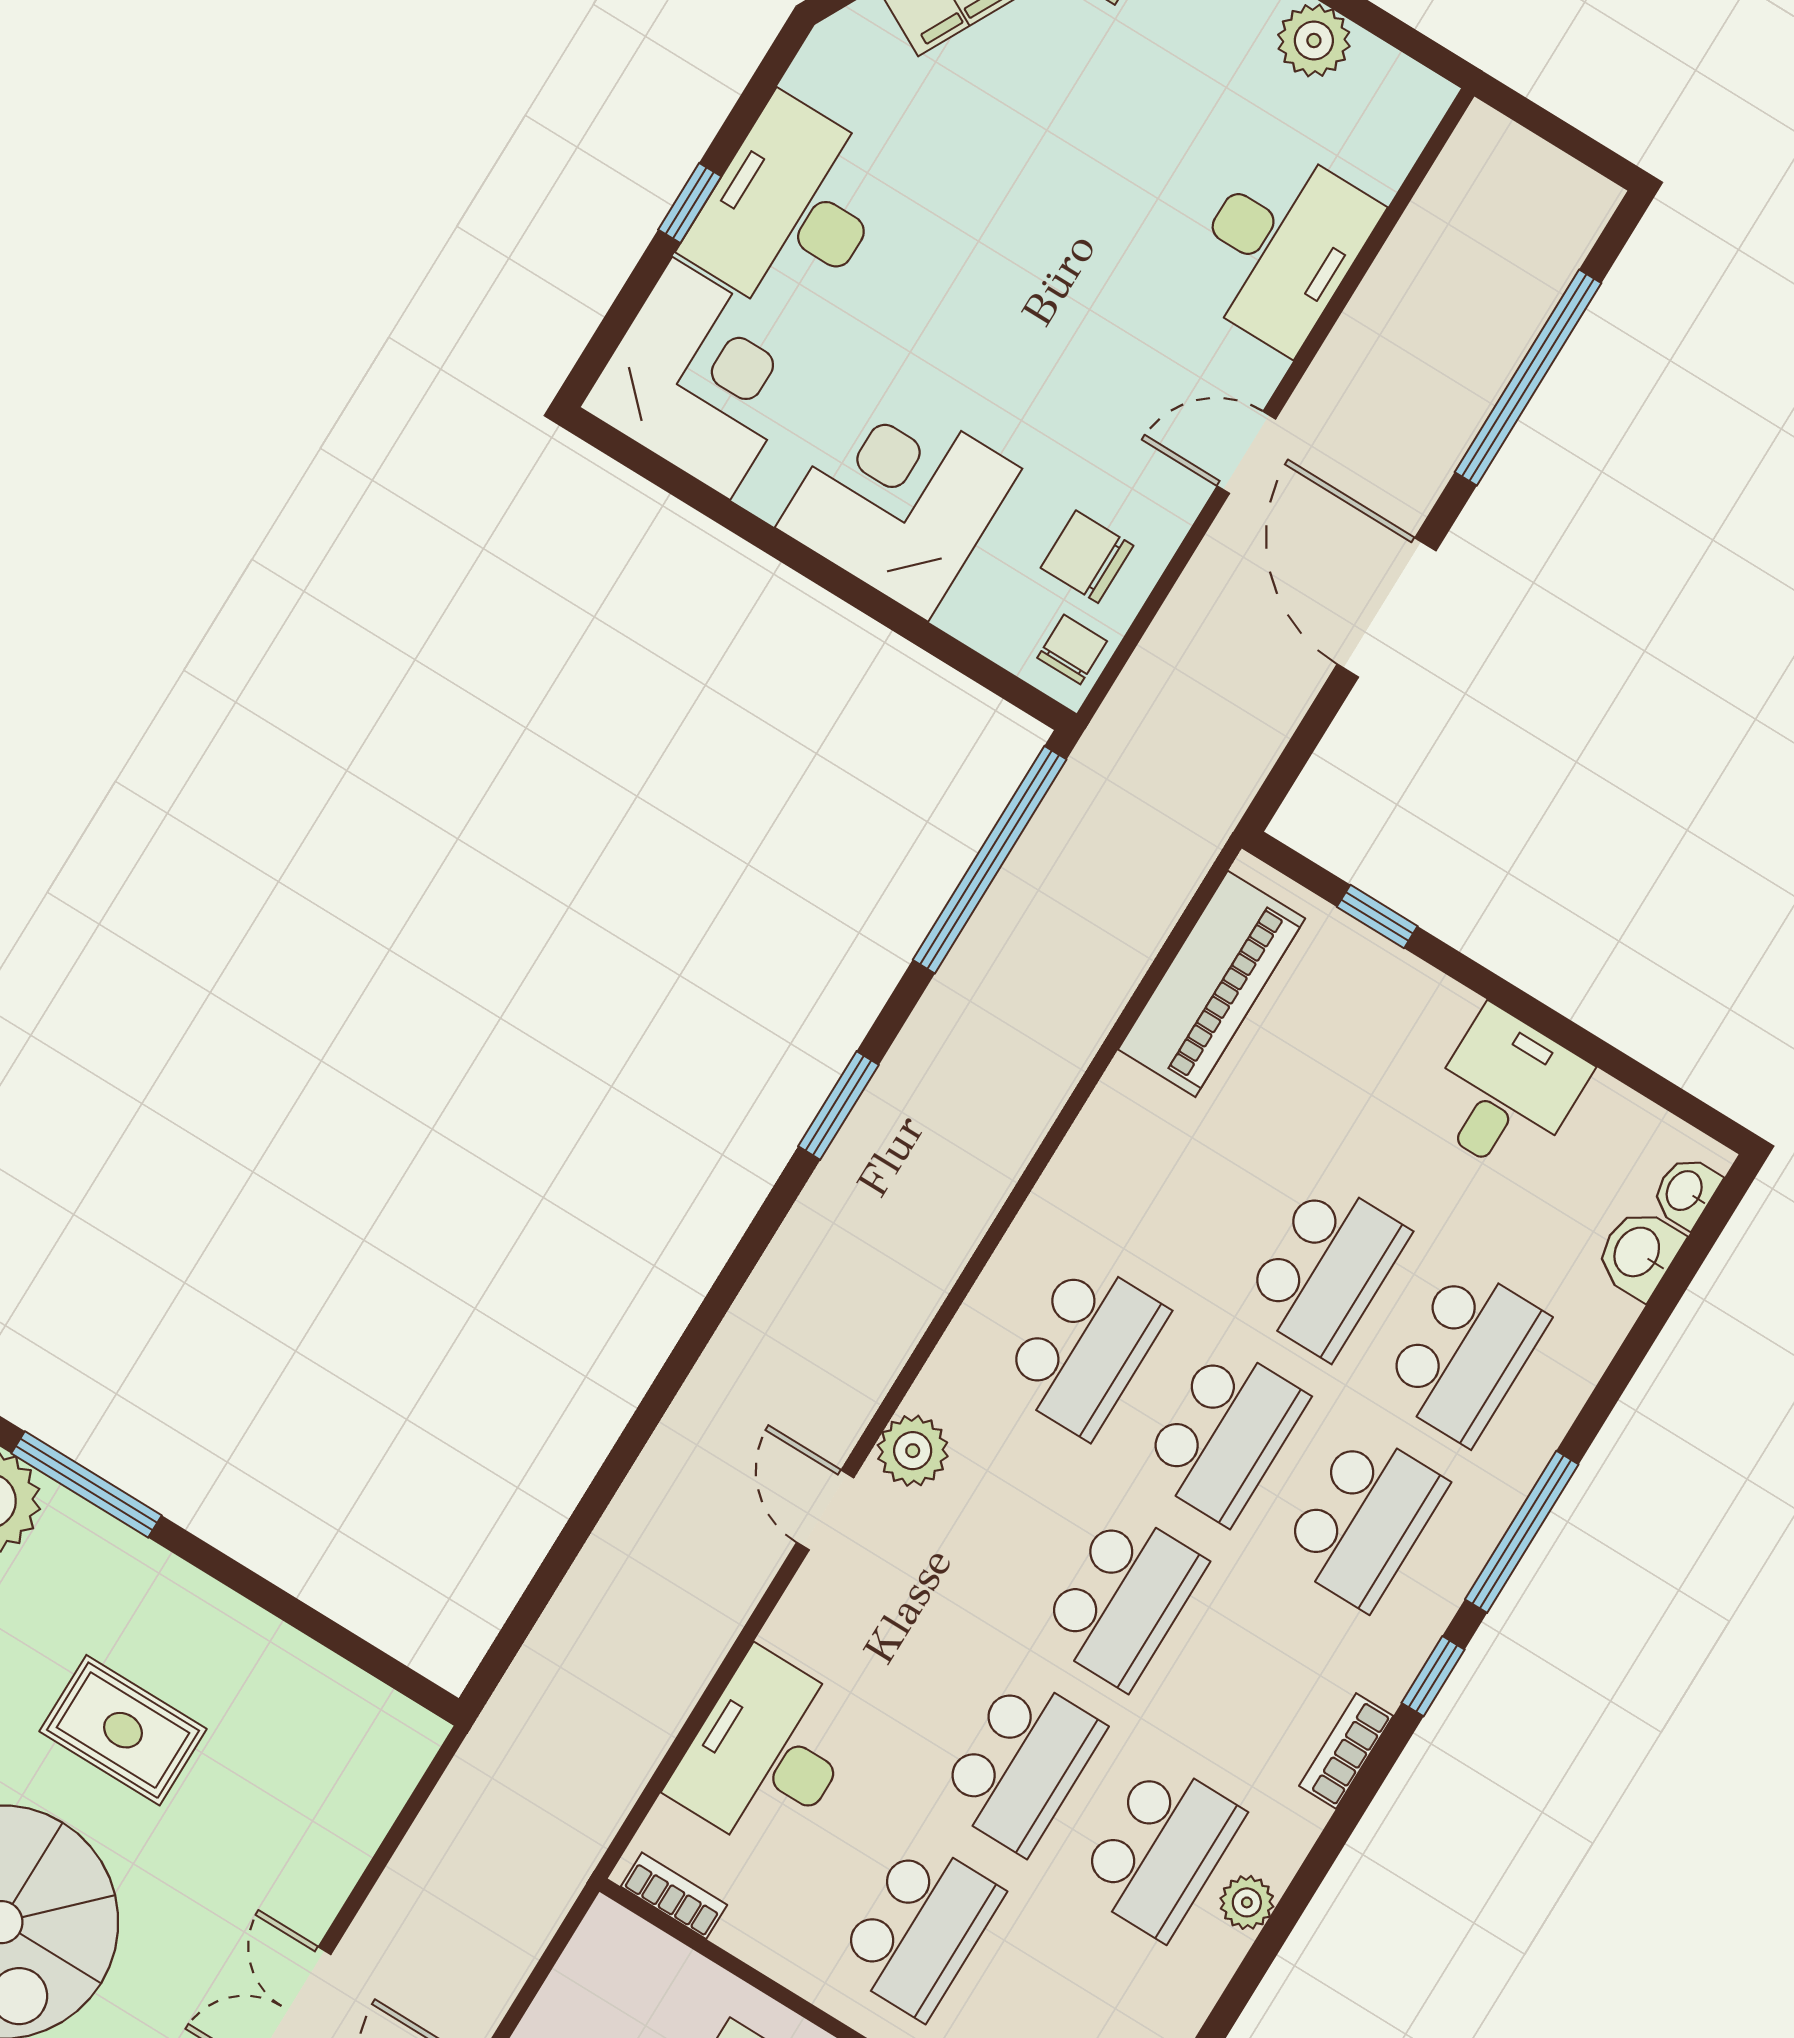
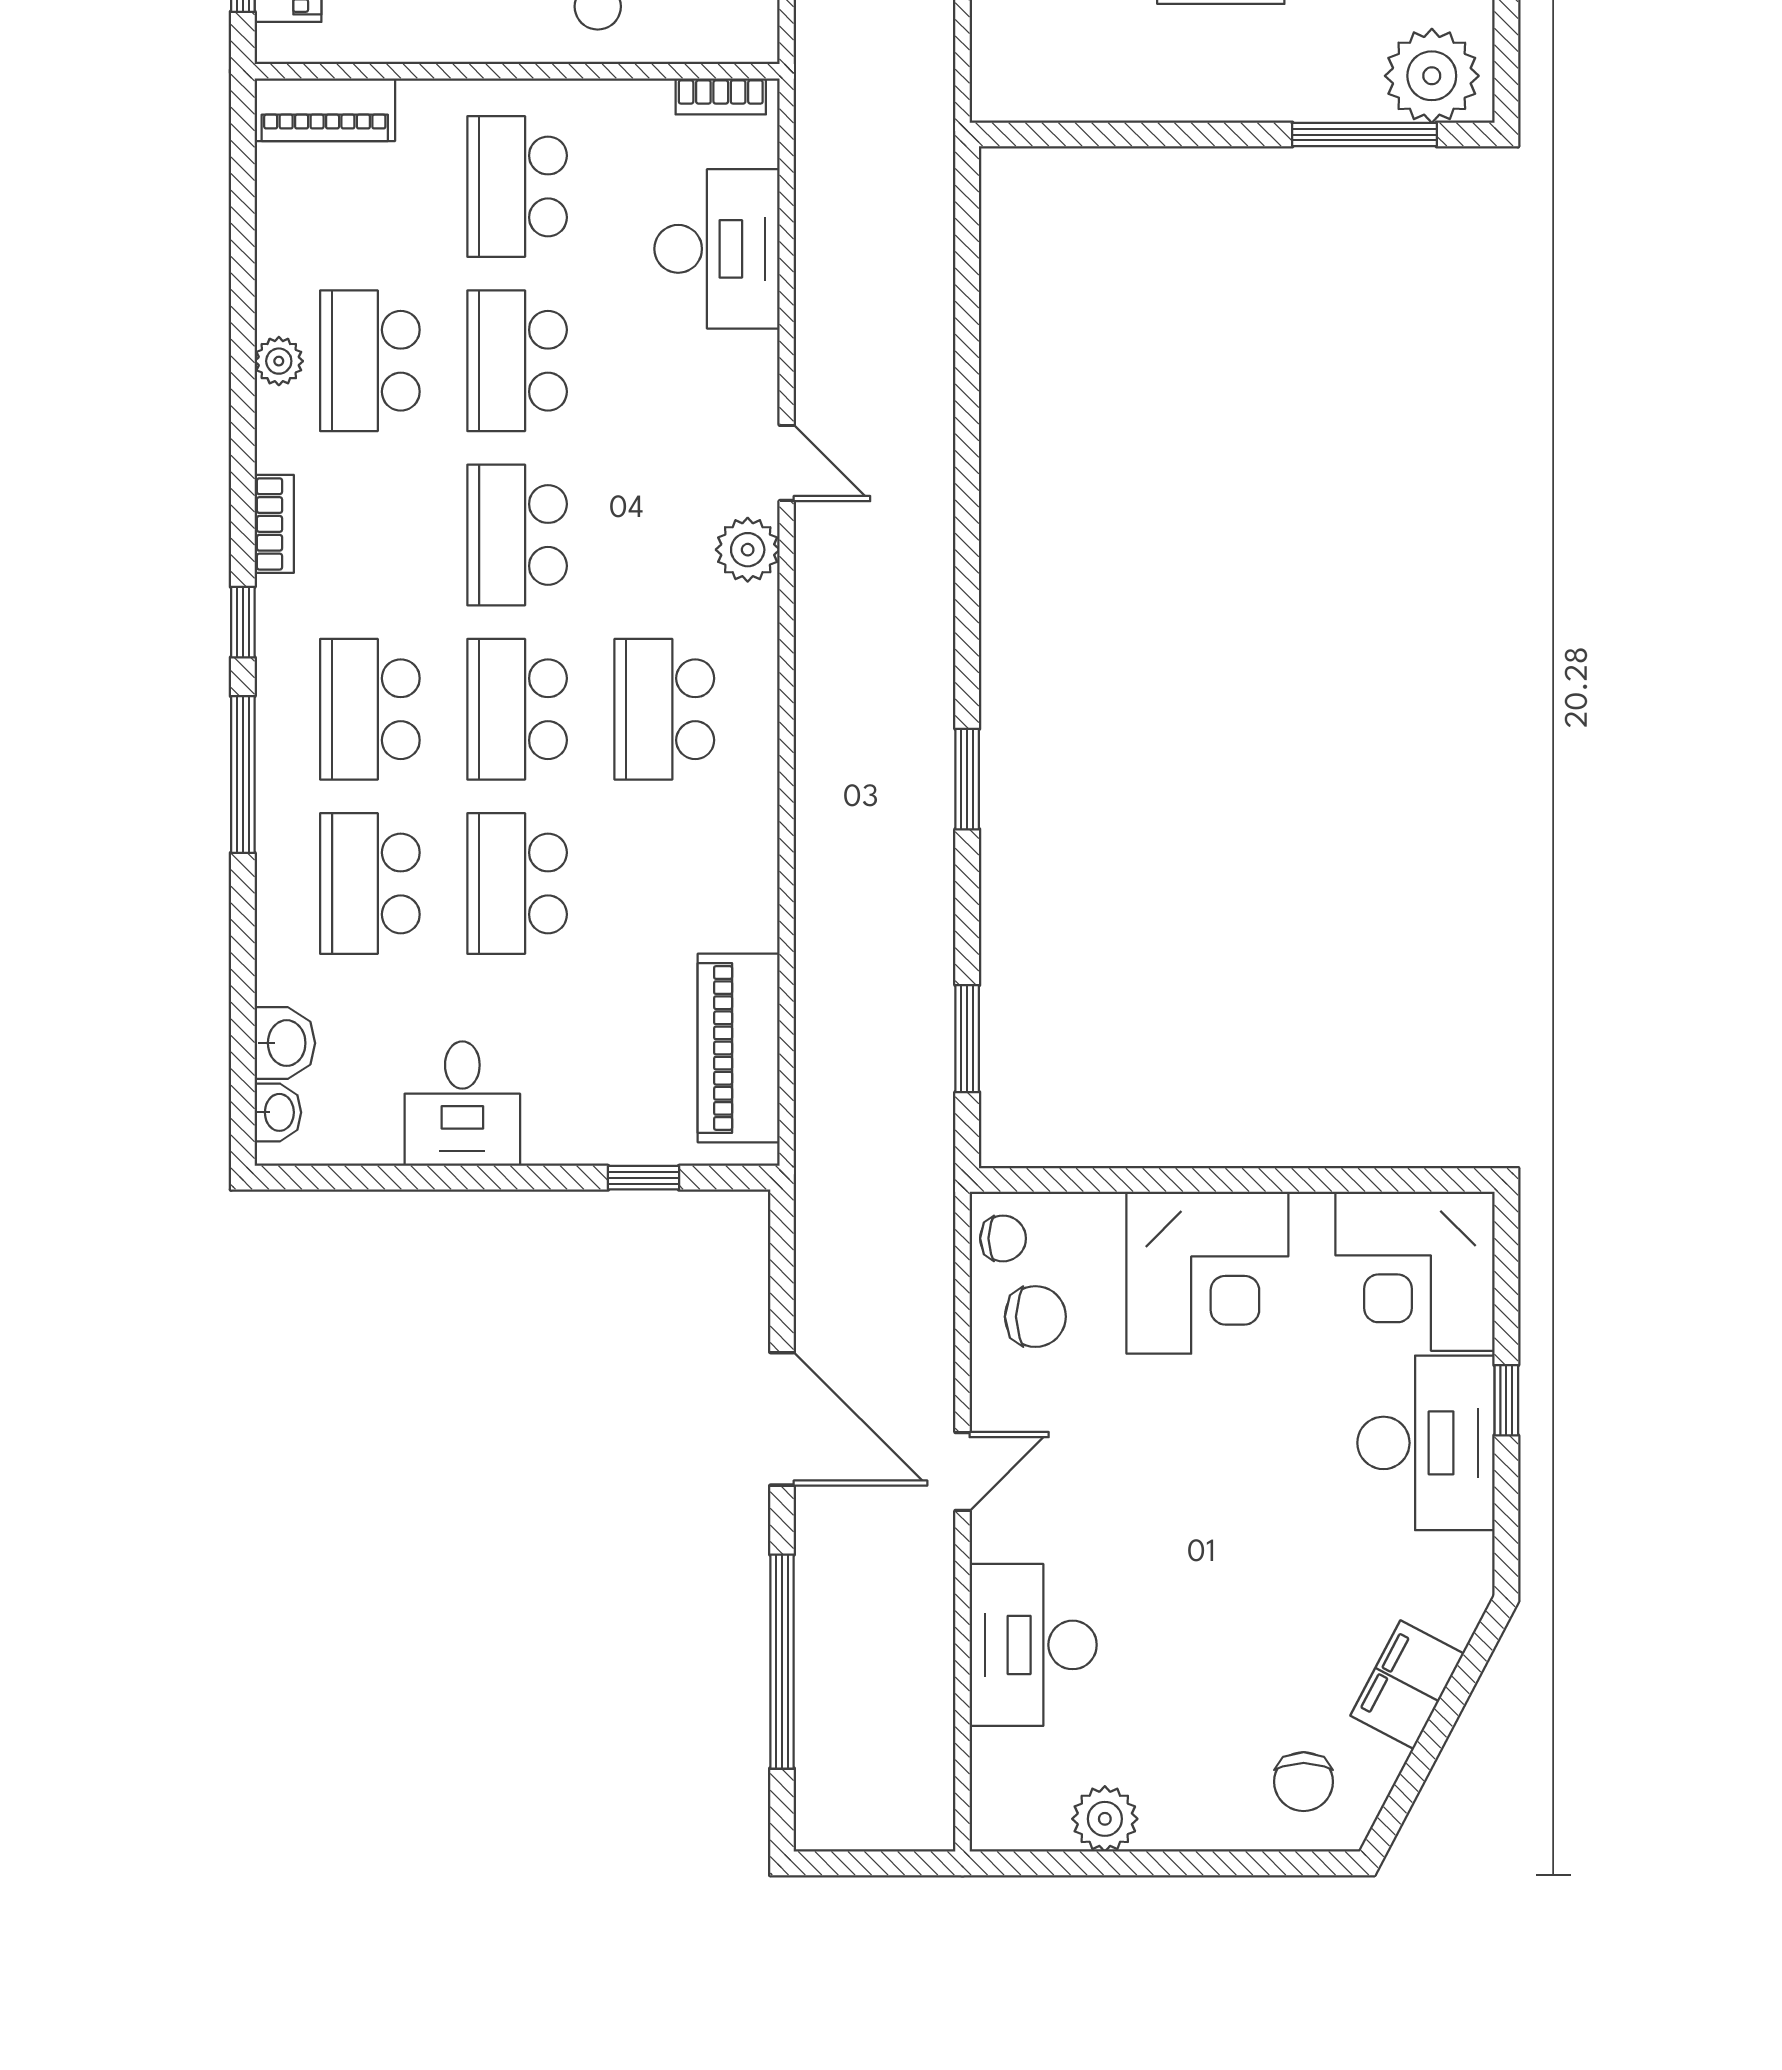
chair: (1072, 649) -> (1003, 1238), turned -90
window: (990, 860) -> (967, 1039), width x0.47

